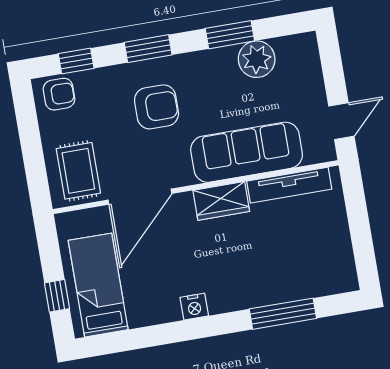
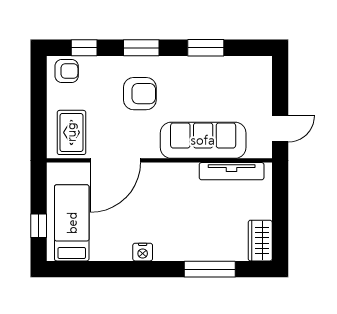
plant: (257, 59) -> (223, 70), removed
wardrobe: (221, 201) -> (260, 241), moved, turned 90

